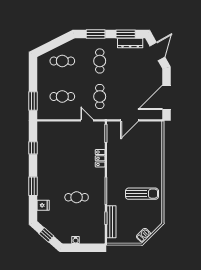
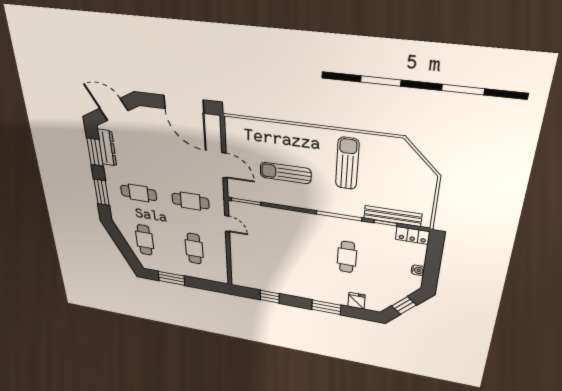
window: (33, 101) -> (172, 278), moved
door: (87, 120) -> (227, 224), swing flipped
locker: (100, 158) -> (413, 235), moved
sun lounger: (130, 158) -> (286, 173), added
barbecue: (144, 235) -> (423, 171), removed

